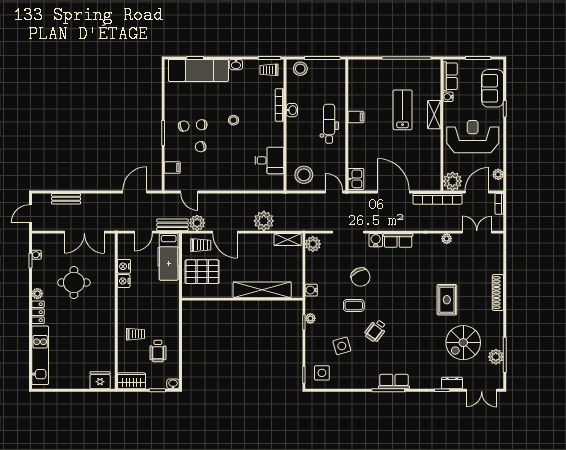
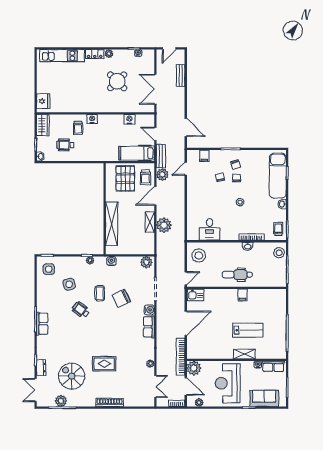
dental chair: (329, 124) -> (237, 275), turned 180
reception desk: (473, 137) -> (228, 383), turned 180
door: (31, 214) -> (169, 48), swing flipped
shelving: (288, 240) -> (150, 222), moved
nightstand: (124, 281) -> (92, 119), moved
round table: (74, 283) -> (117, 81), turned 45

